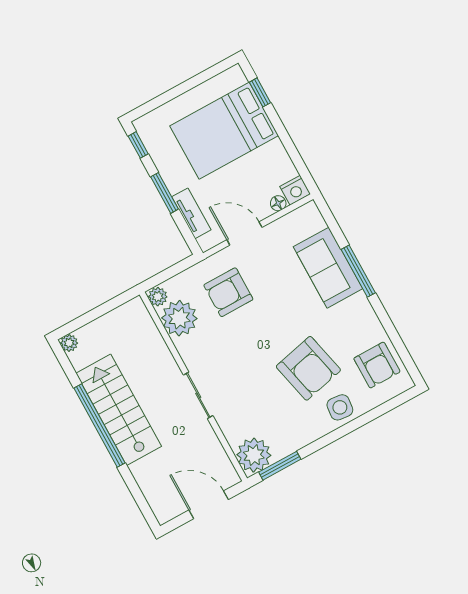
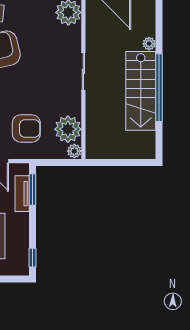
window: (165, 193) -> (32, 189), moved
plant: (69, 343) -> (149, 44), moved

